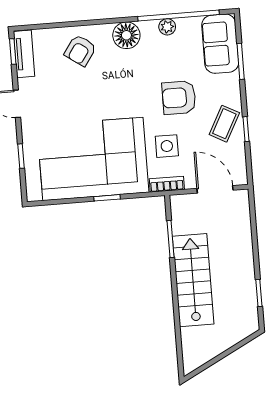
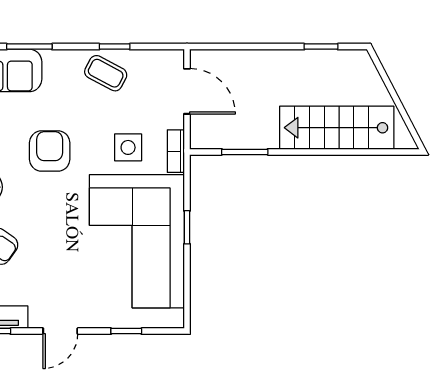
armchair: (179, 98) -> (50, 151), moved, turned 180
door: (215, 189) -> (187, 91), swing flipped
stairs: (193, 280) -> (337, 128), moved

